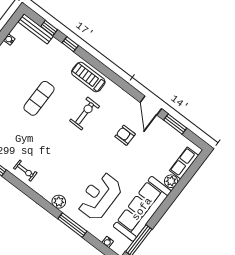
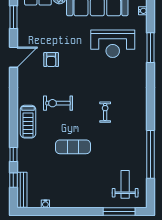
window: (175, 124) -> (13, 17), moved
exercise bike: (25, 171) -> (105, 112), moved
plant: (59, 202) -> (140, 72), removed

